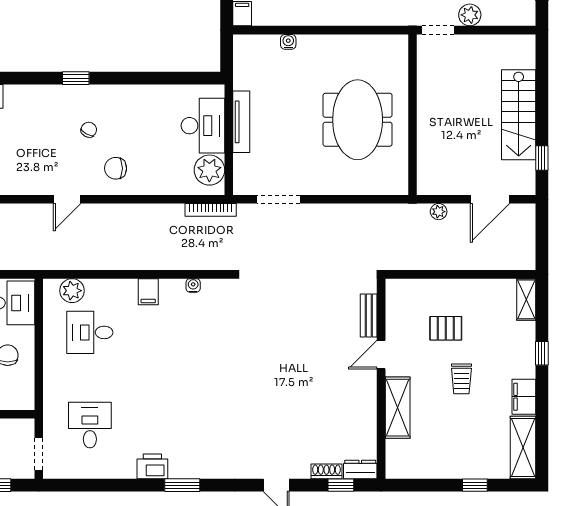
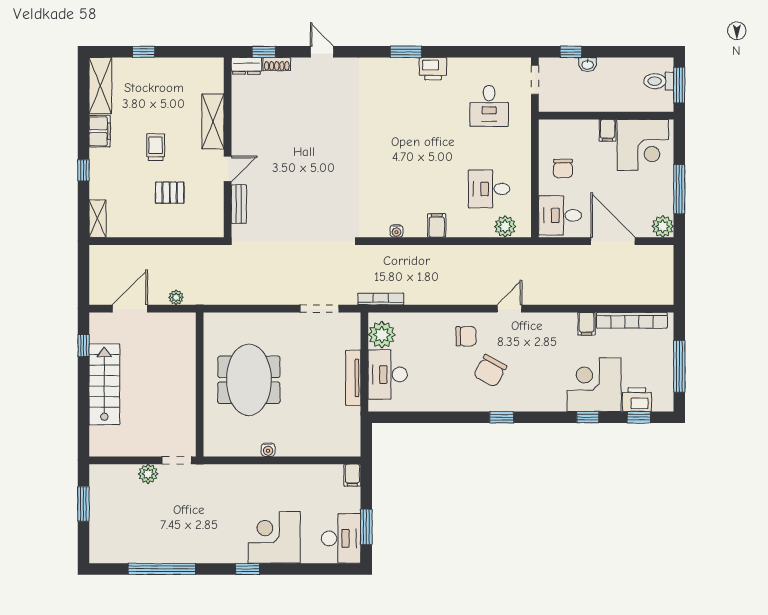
water cooler: (288, 42) -> (268, 450), moved
chair: (89, 130) -> (490, 371), width x1.87, depth x1.87
desk: (90, 332) -> (489, 189), turned 180

